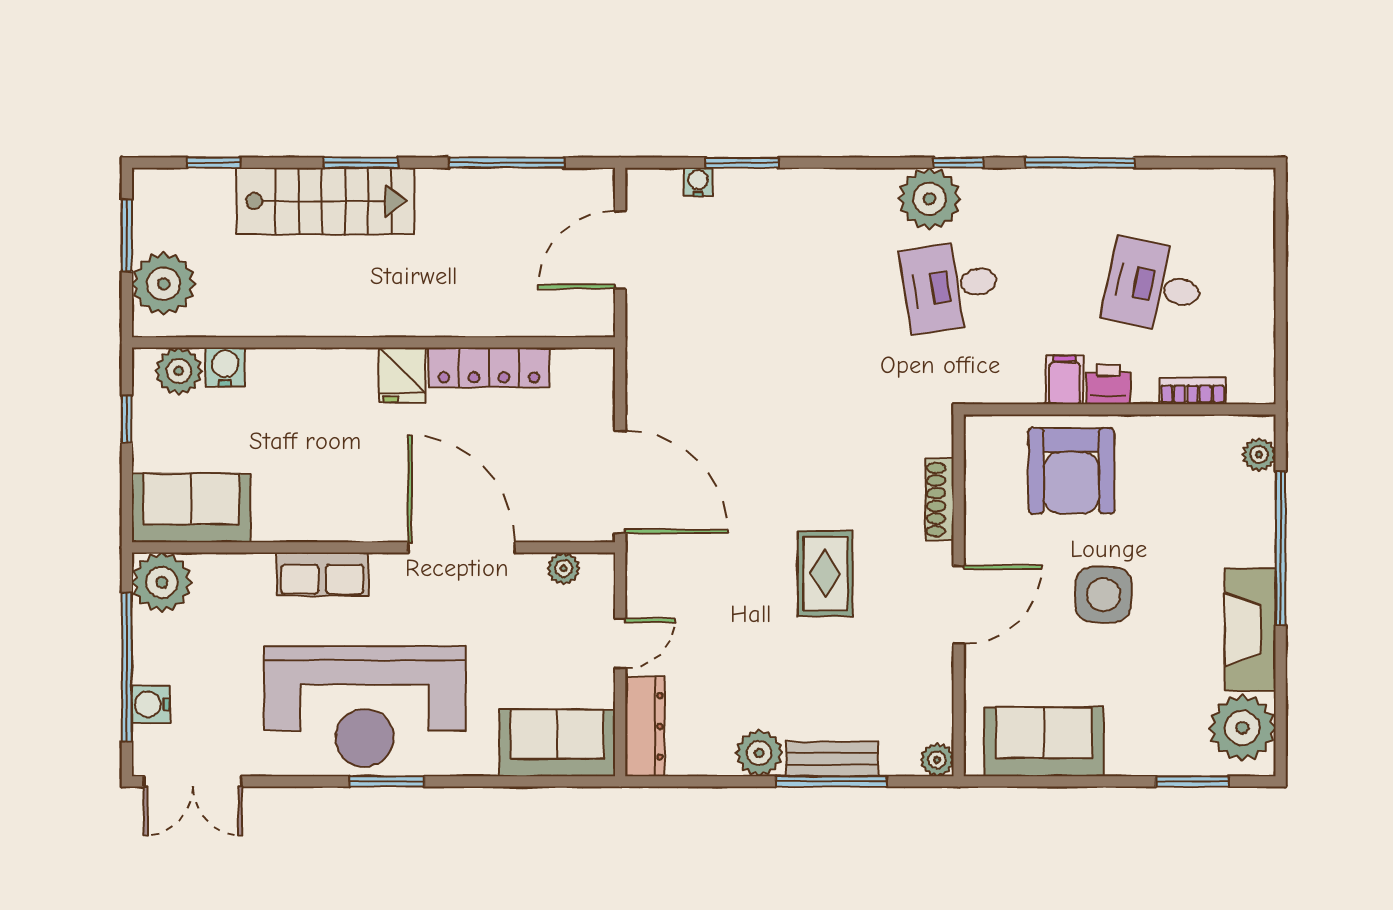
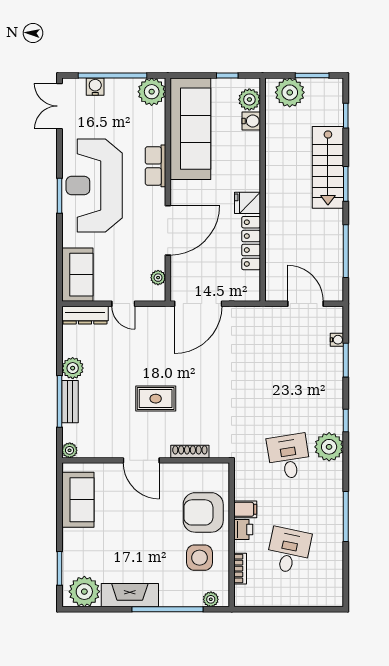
window: (958, 163) -> (346, 421), moved
sofa: (191, 508) -> (190, 129), width x1.85, depth x1.27
side table: (1104, 595) -> (200, 558), moved

